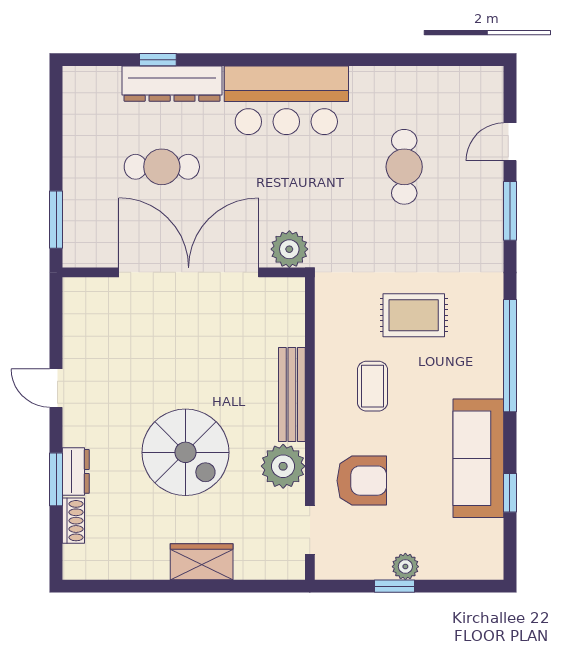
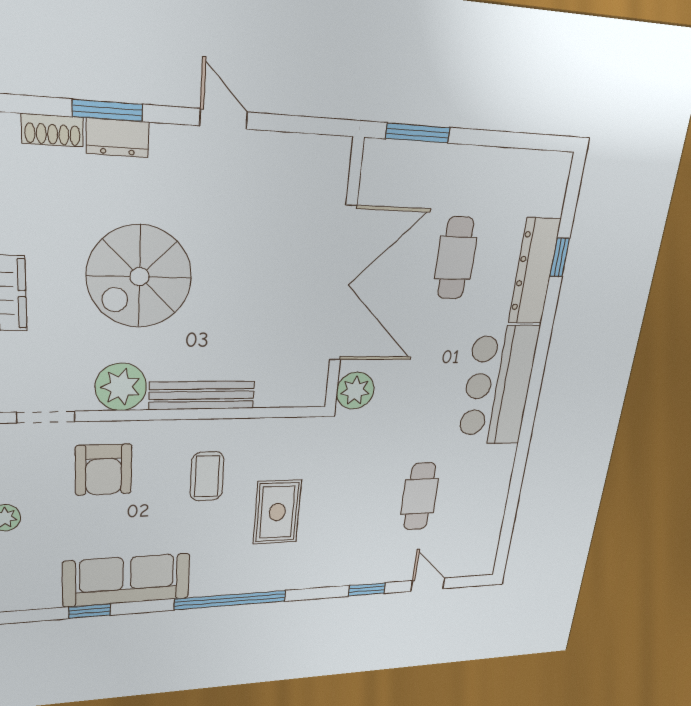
cafe table: (404, 167) -> (420, 496), turned 90
window: (510, 211) -> (367, 589), width x0.67
coffee table: (372, 386) -> (207, 476), turned 90
door: (56, 388) -> (224, 119), hinge flipped

